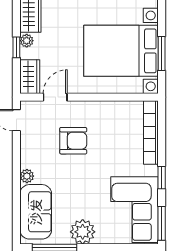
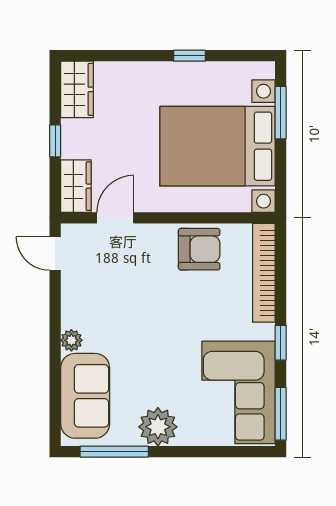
plant: (27, 41) -> (71, 130), removed
window: (162, 54) -> (281, 113), moved
armchair: (73, 141) -> (199, 249), moved

